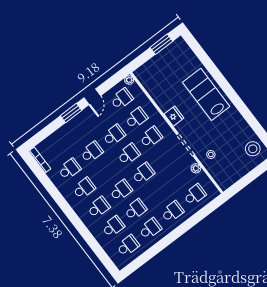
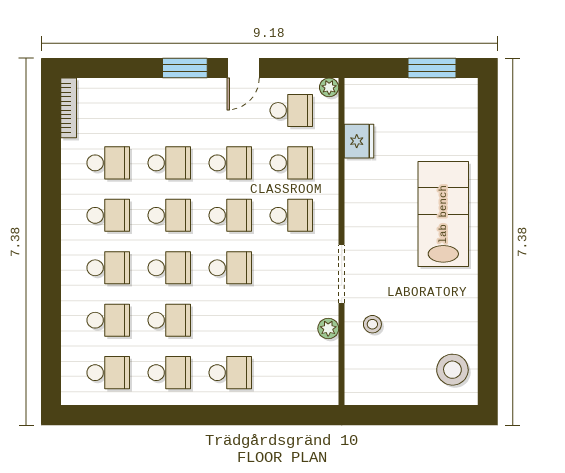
fridge: (174, 116) -> (359, 141), moved
school desk: (195, 195) -> (169, 215), moved

